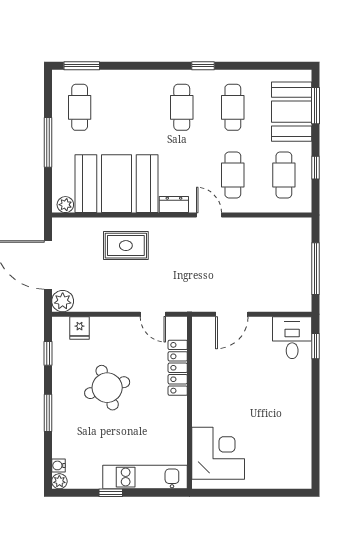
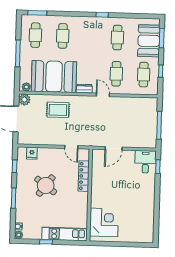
cafe table: (182, 107) -> (63, 36), moved
plant: (63, 301) -> (24, 100), moved
round table: (107, 388) -> (46, 186), turned -35

